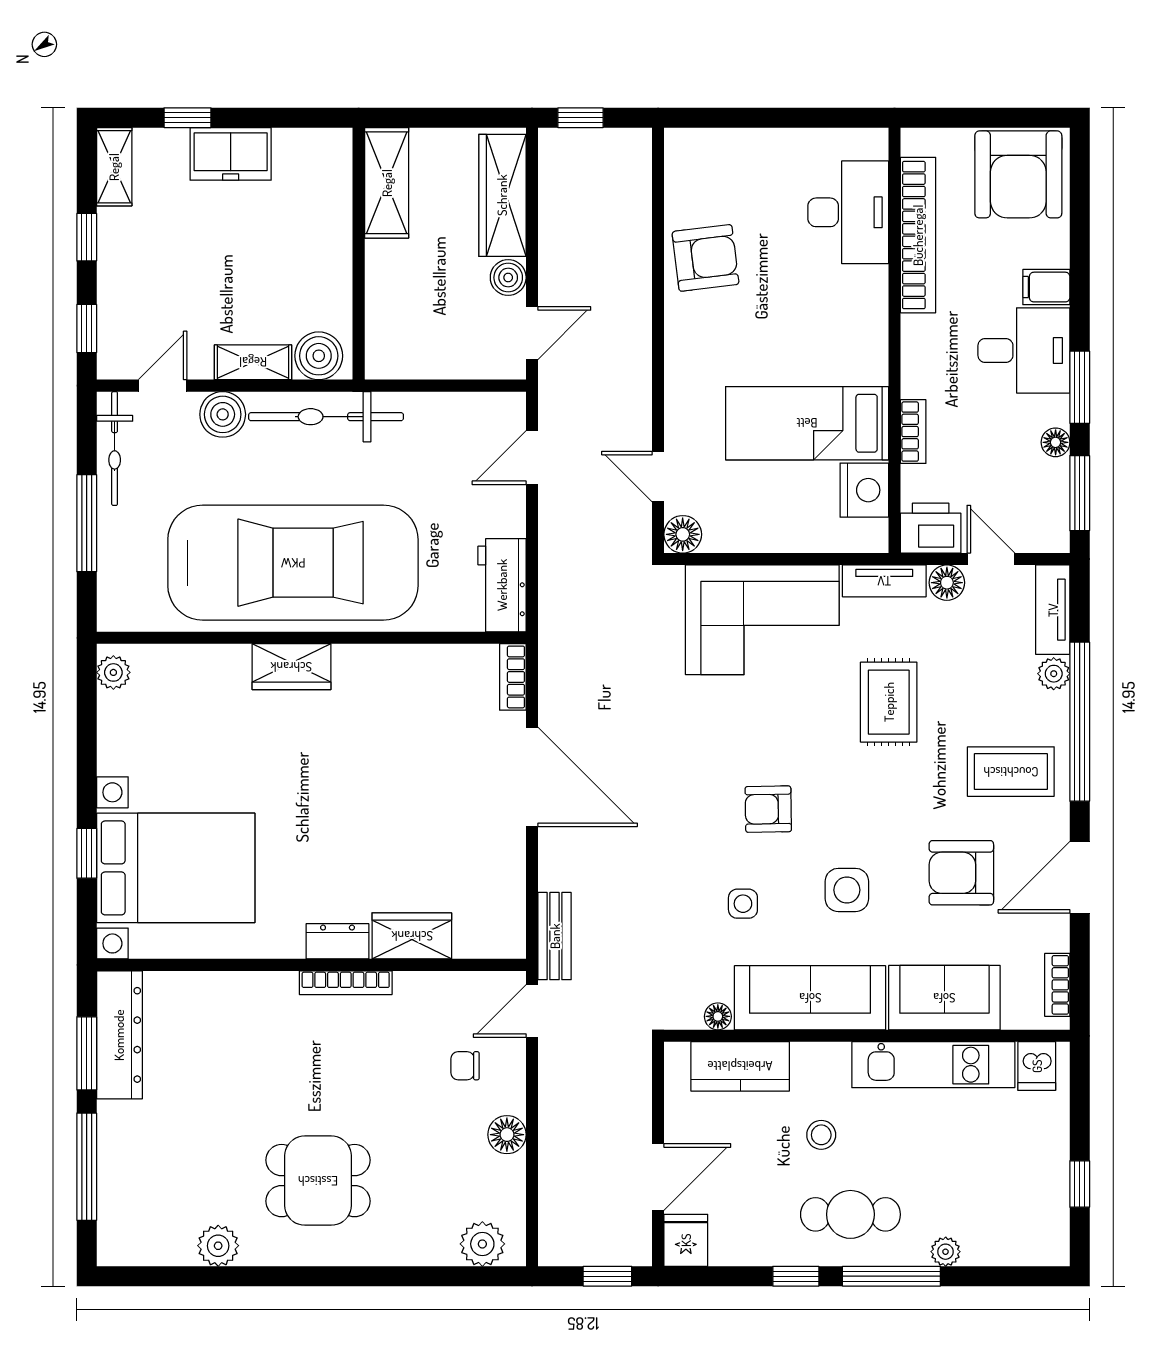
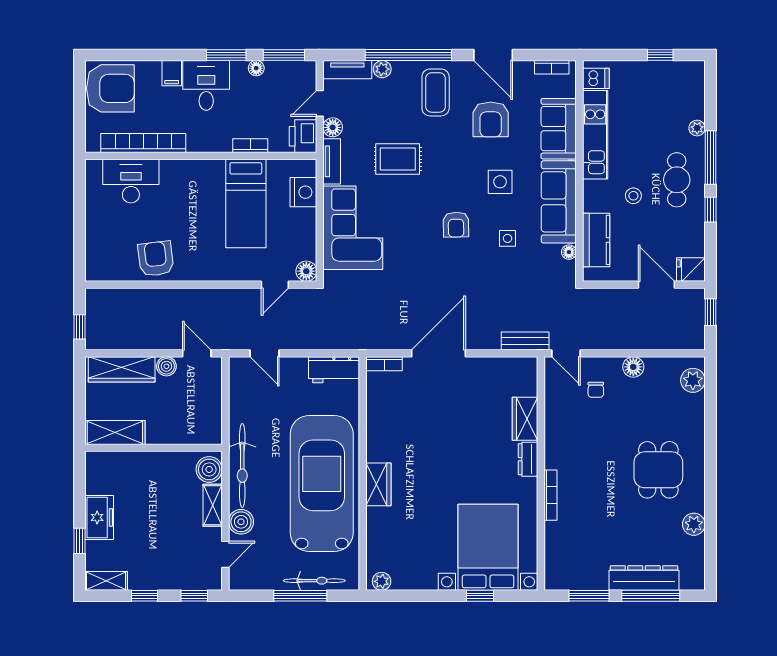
door: (163, 386) -> (225, 554), swing flipped
bicycle: (115, 449) -> (314, 581), moved
nightstand: (864, 490) -> (303, 192), moved, turned 90
bookcase: (346, 983) -> (551, 495), moved
dresser: (119, 1035) -> (644, 578), moved

